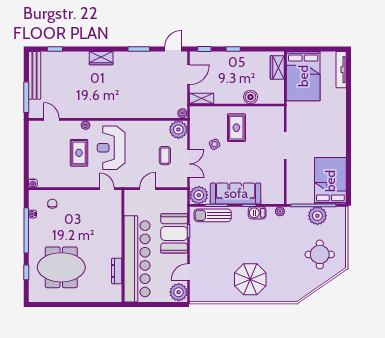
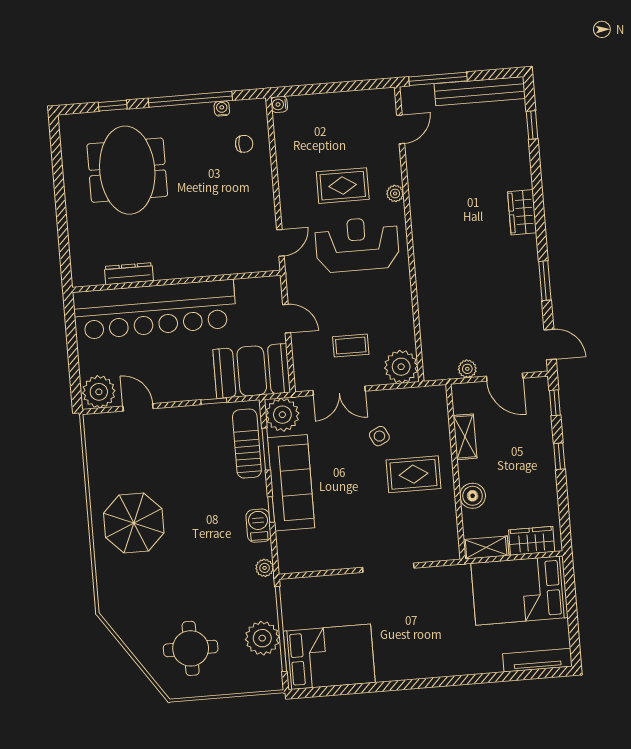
shelving: (279, 92) -> (486, 547), added
shelving: (202, 98) -> (465, 437), moved
plant: (182, 113) -> (467, 369), moved
booth: (174, 233) -> (252, 371), moved

